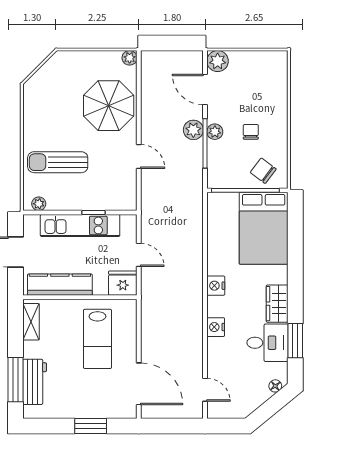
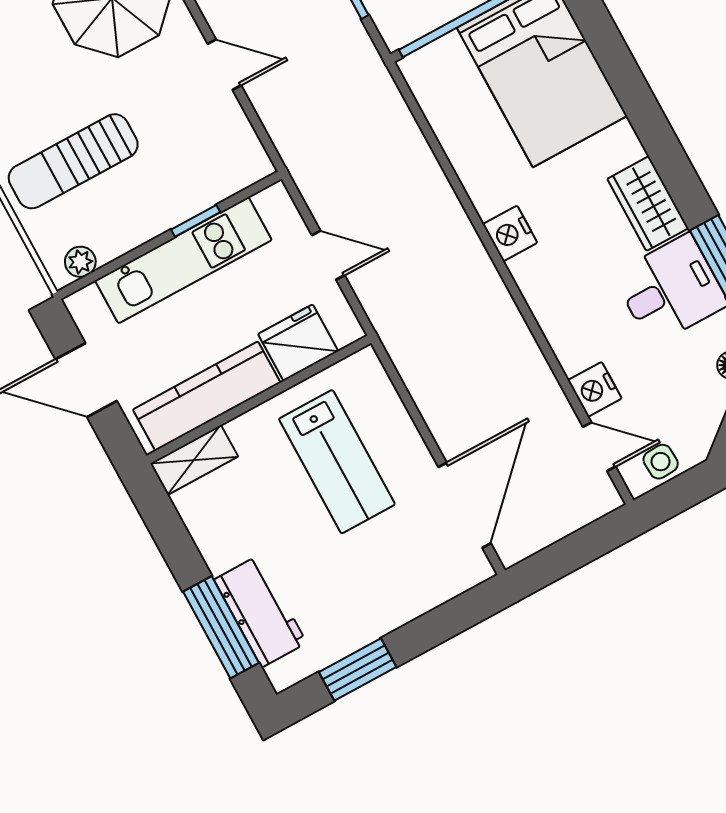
fridge: (123, 283) -> (298, 343), moved
shelving: (31, 322) -> (194, 460), moved, turned 90
nightstand: (216, 327) -> (595, 389), moved
door: (139, 384) -> (465, 505), hinge flipped
side table: (226, 409) -> (661, 462), added
window: (91, 426) -> (358, 669), moved

